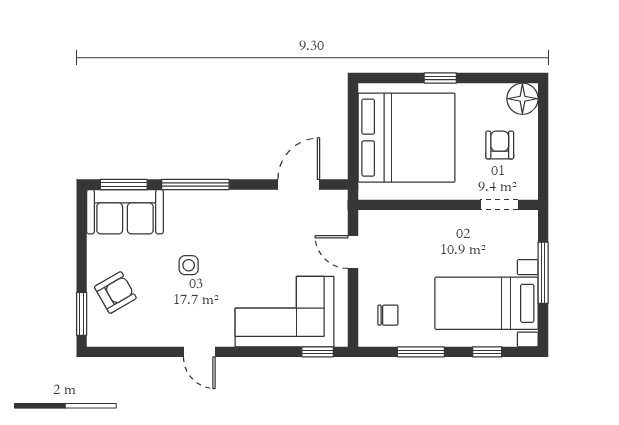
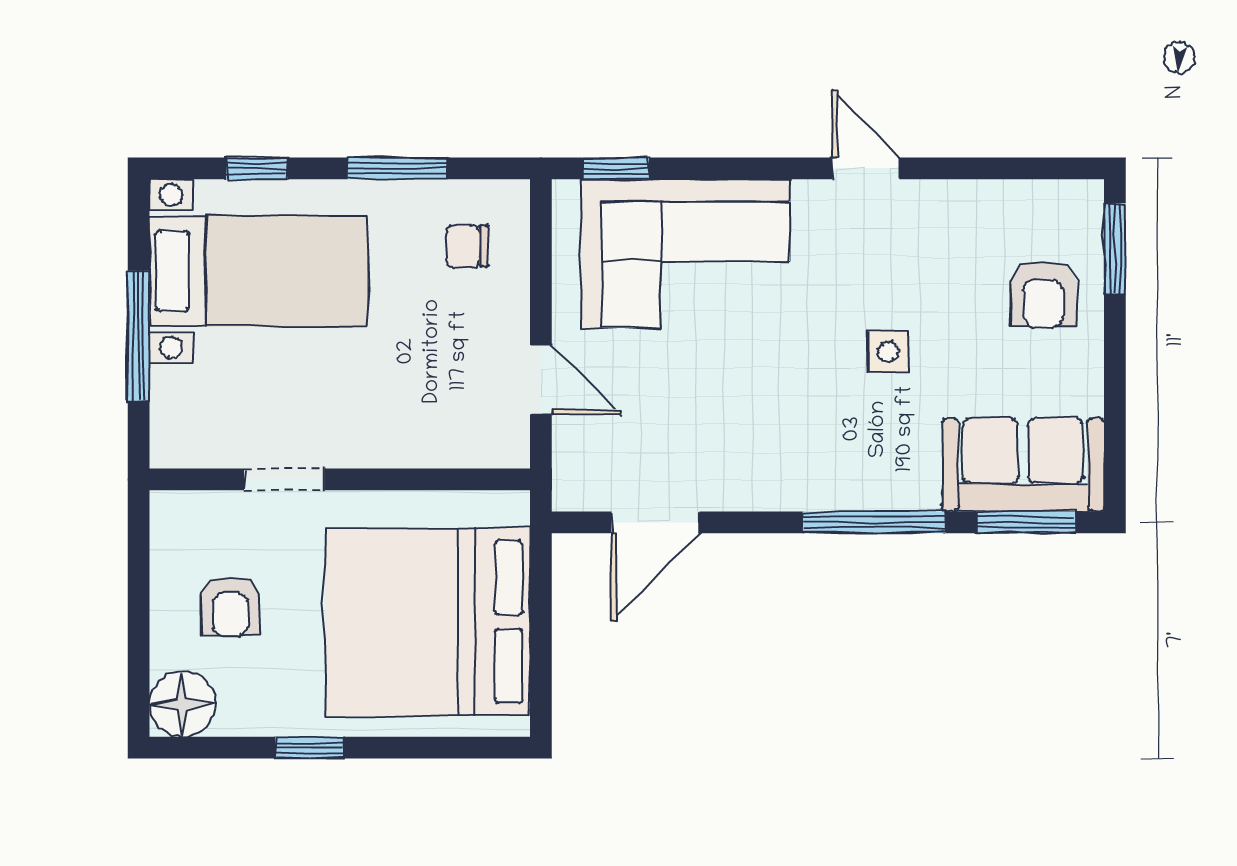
window: (440, 78) -> (310, 748), moved
doorway: (499, 205) -> (284, 479), moved
armchair: (115, 293) -> (1043, 294), turned -60

